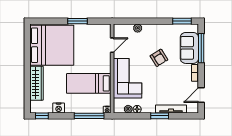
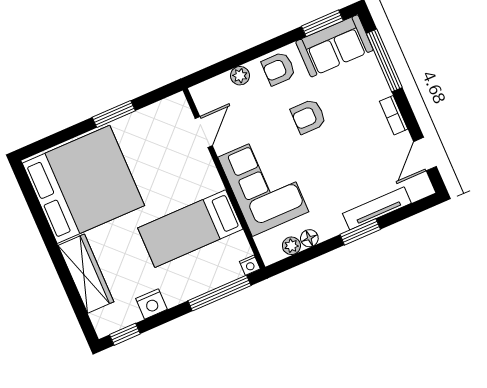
armchair: (155, 32) -> (279, 69), added
sofa: (189, 48) -> (334, 46), moved, turned -90
armchair: (159, 58) -> (308, 116), turned 122

